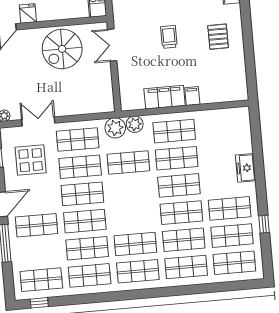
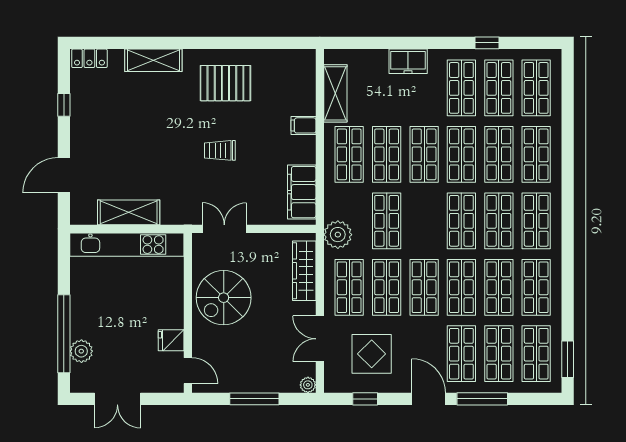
pallet: (218, 37) -> (225, 83), width x1.50, depth x1.42
double door: (112, 45) -> (224, 229), swing flipped
spiral stairs: (62, 49) -> (224, 298), turned 90
filing cabinet: (165, 97) -> (302, 192), moved
wardrobe: (87, 106) -> (304, 271), added
shelving: (218, 117) -> (335, 93), added
plant: (135, 124) -> (335, 208), removed
shop shelf: (133, 217) -> (461, 221), added
shop shelf: (39, 252) -> (499, 354), added
window: (39, 303) -> (568, 359), width x1.50

